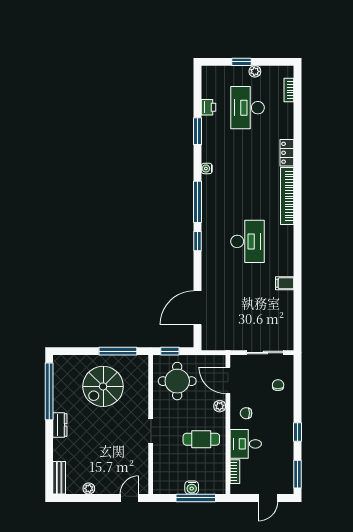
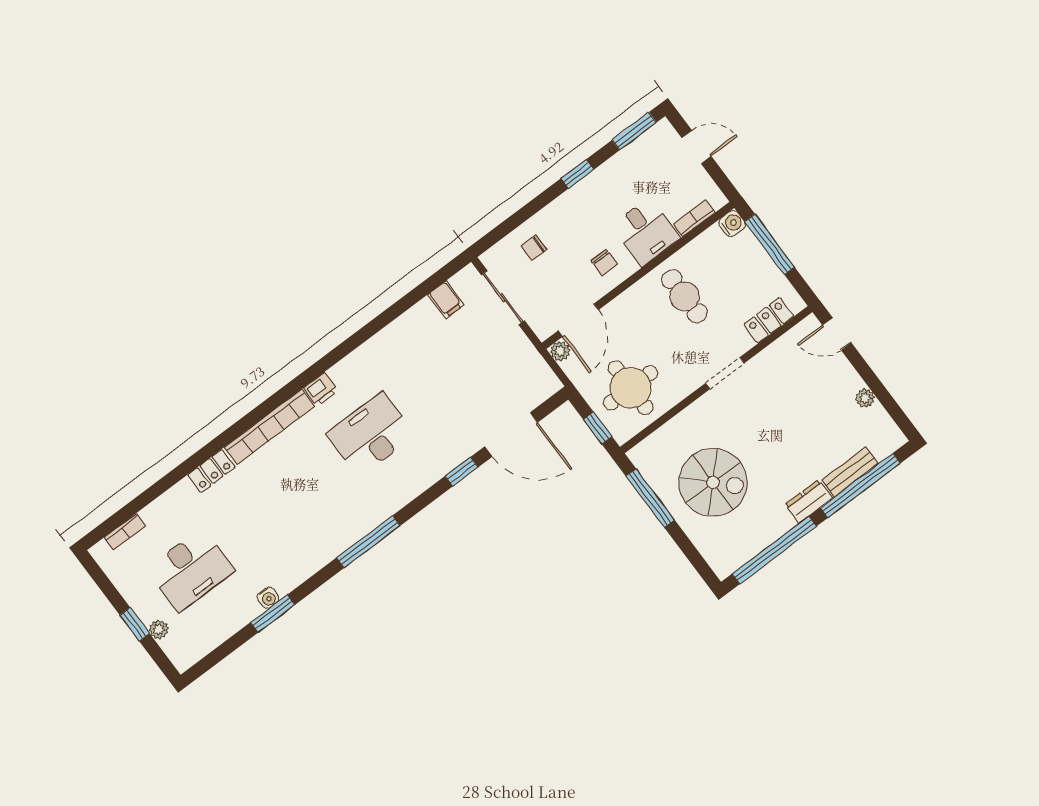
plant: (255, 71) -> (159, 629), moved
printer: (208, 107) -> (321, 389), moved, turned 180
water cooler: (207, 168) -> (268, 598), moved
window: (198, 241) -> (462, 472), moved
filing cabinet: (285, 283) -> (446, 300), moved
plant: (220, 406) -> (560, 351), moved
window: (49, 455) -> (860, 485), added
locker: (160, 471) -> (769, 320), added
bench: (59, 478) -> (850, 472), moved
water cooler: (192, 488) -> (732, 224), moved

